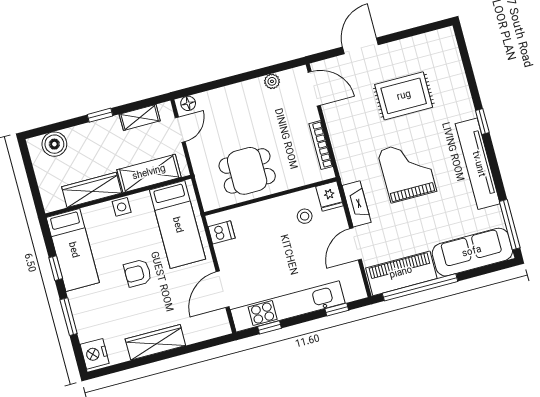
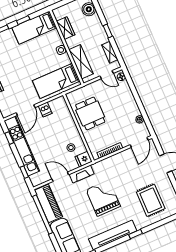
rug: (404, 96) -> (151, 200), moved
grand piano: (407, 171) -> (103, 198), turned -90
wardrobe: (92, 190) -> (66, 28), width x0.67
dishwasher: (222, 232) -> (45, 110), moved
armchair: (138, 273) -> (27, 64), removed
door: (223, 289) -> (26, 110), swing flipped

